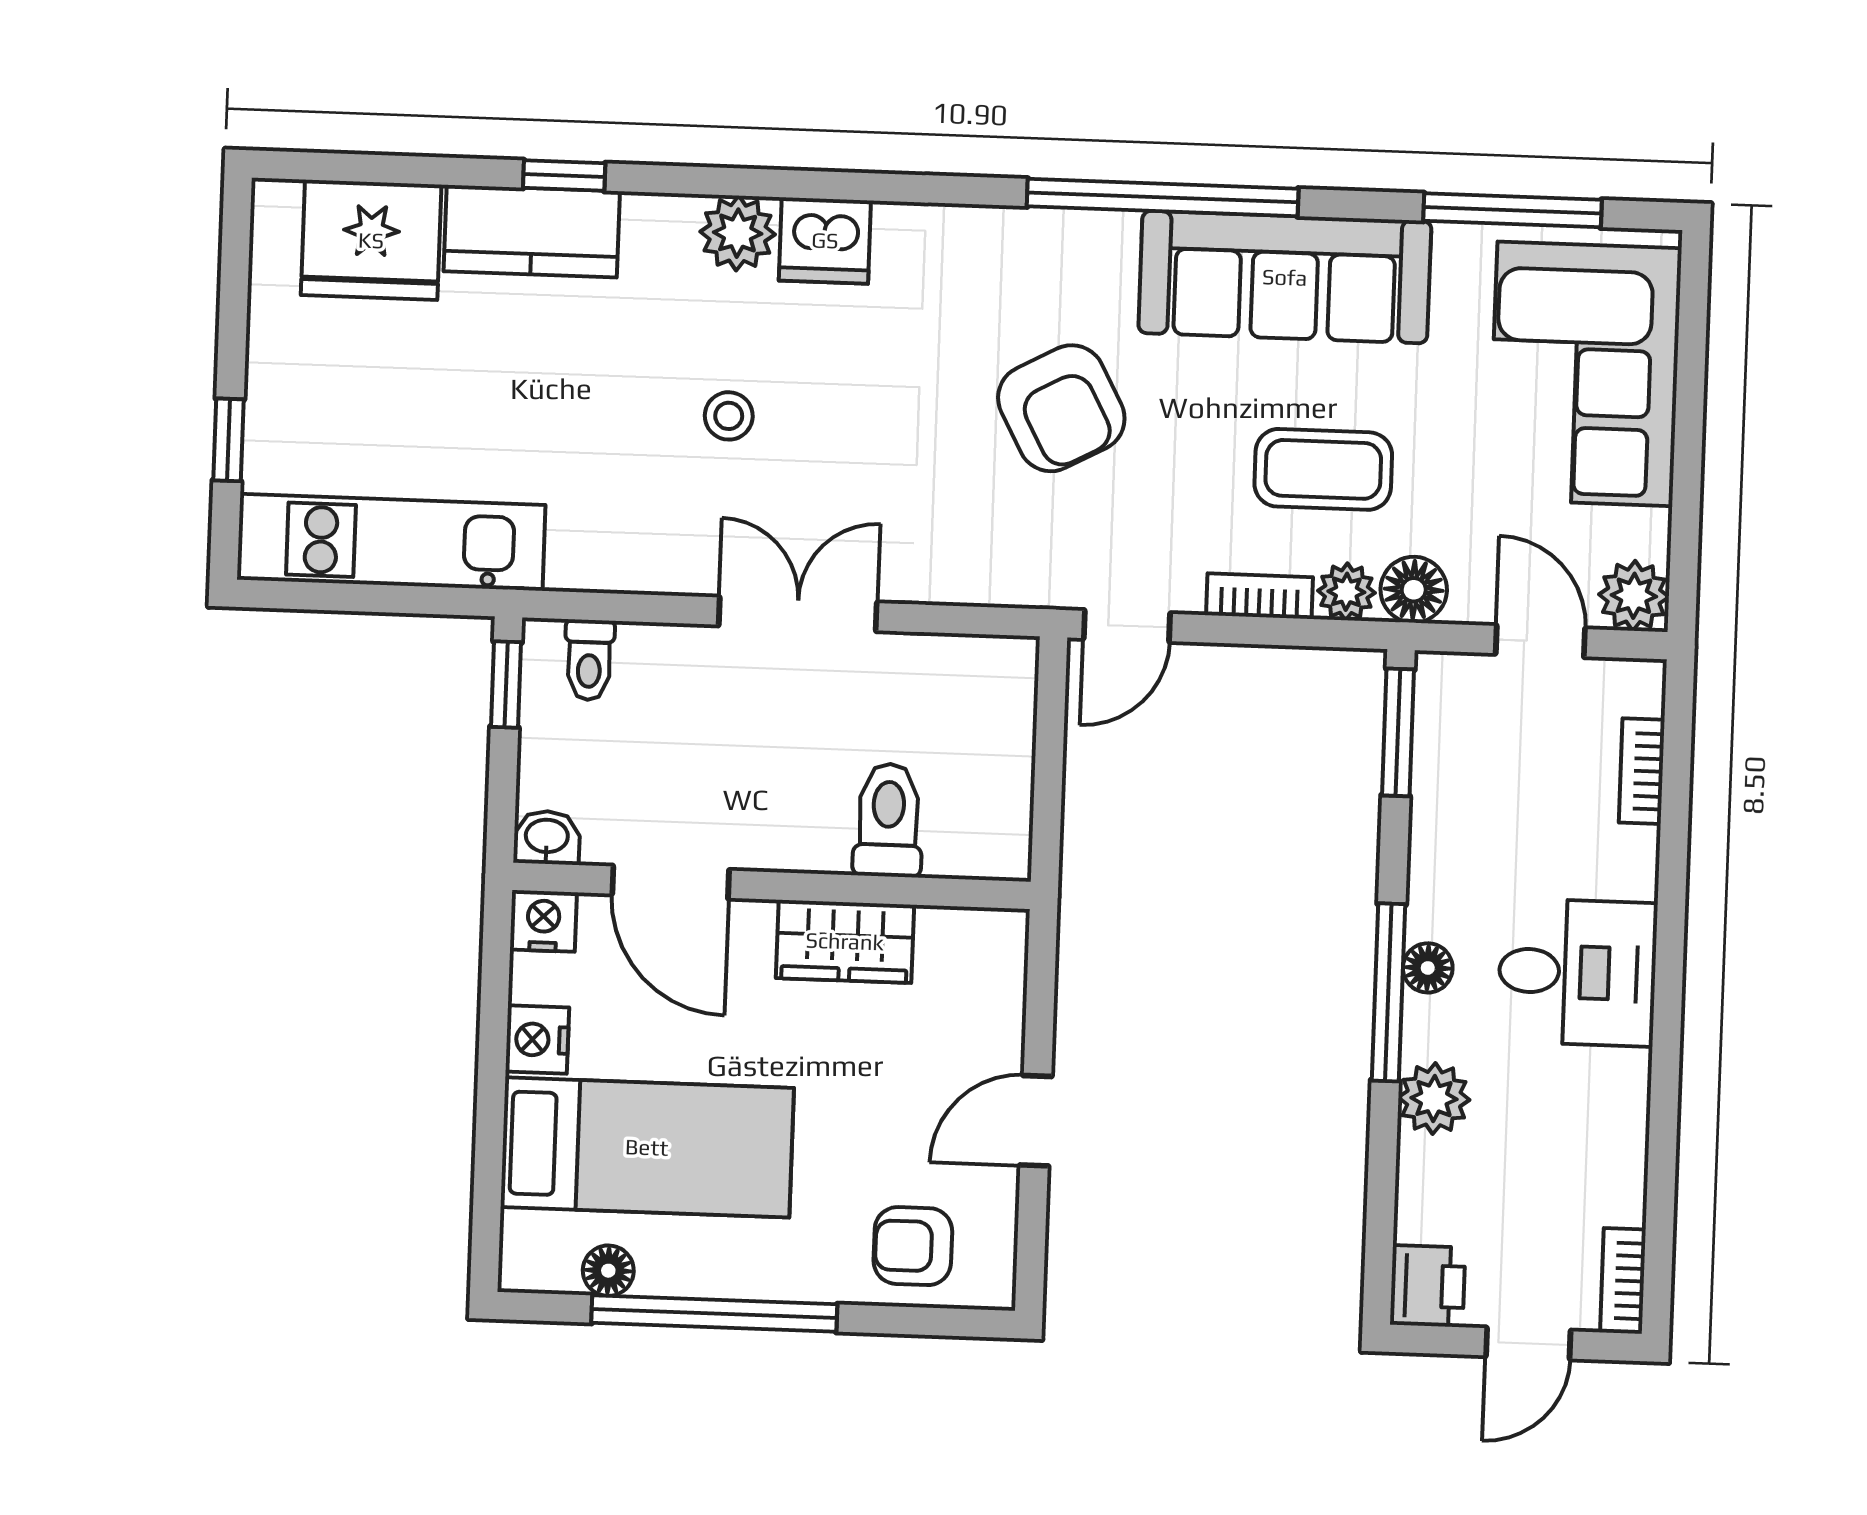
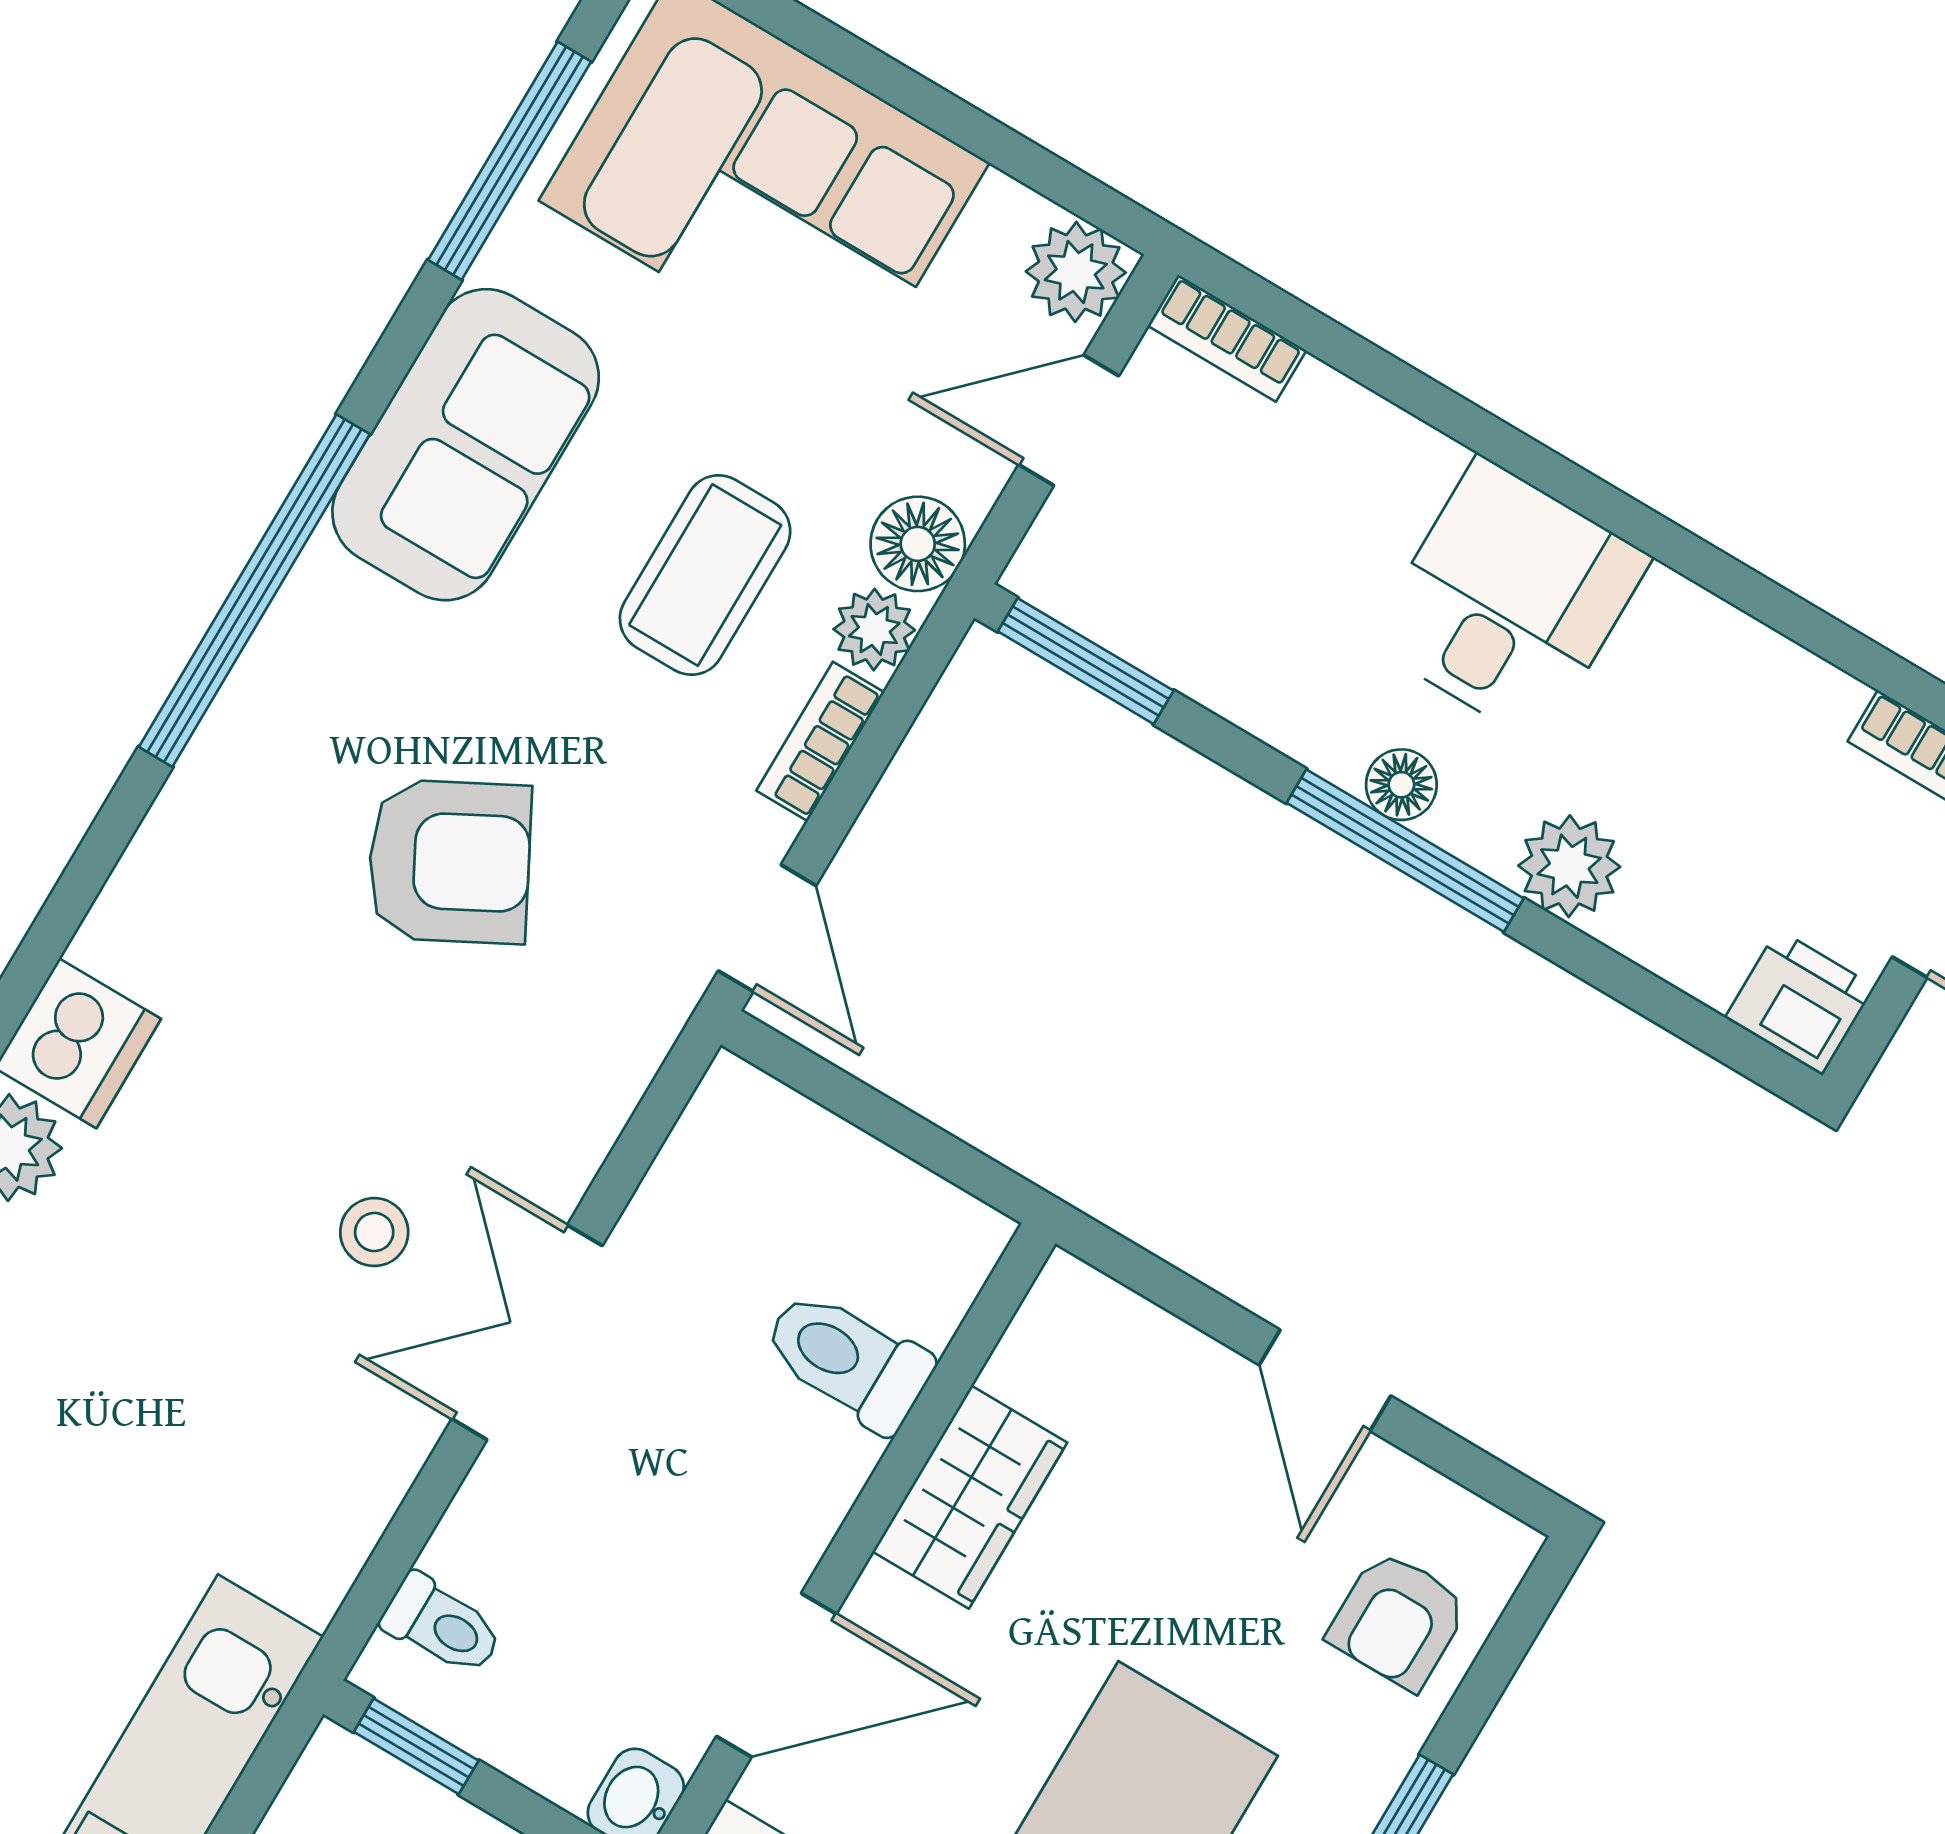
sofa: (1285, 277) -> (466, 445), width x0.73
stool: (729, 416) -> (374, 1232), moved
bookcase: (1642, 771) -> (1227, 338), moved

